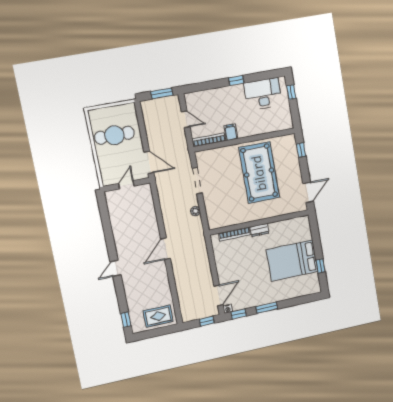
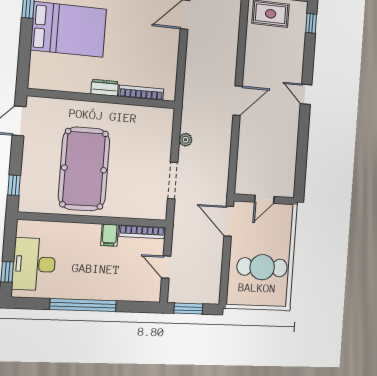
window: (236, 80) -> (83, 305), width x3.17
desk: (263, 94) -> (34, 264), moved, turned 90
door: (116, 268) -> (306, 94), swing flipped

